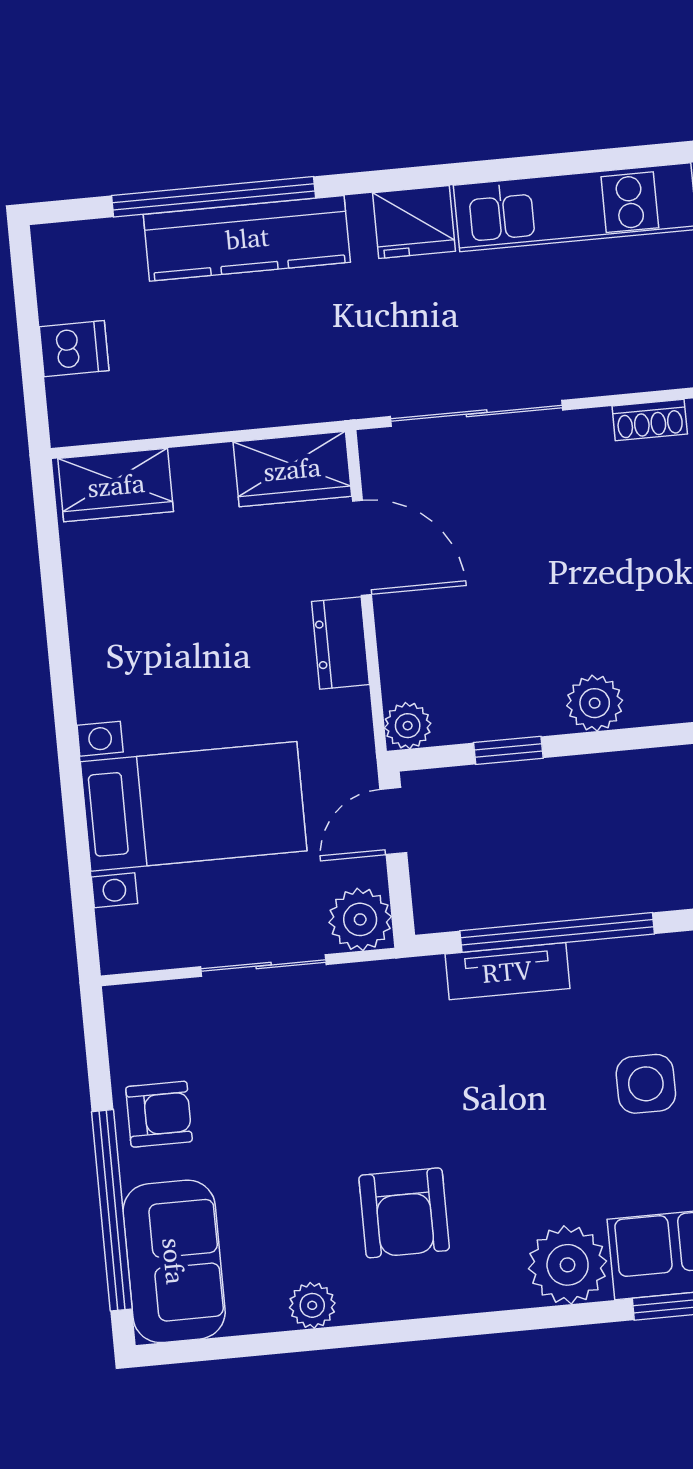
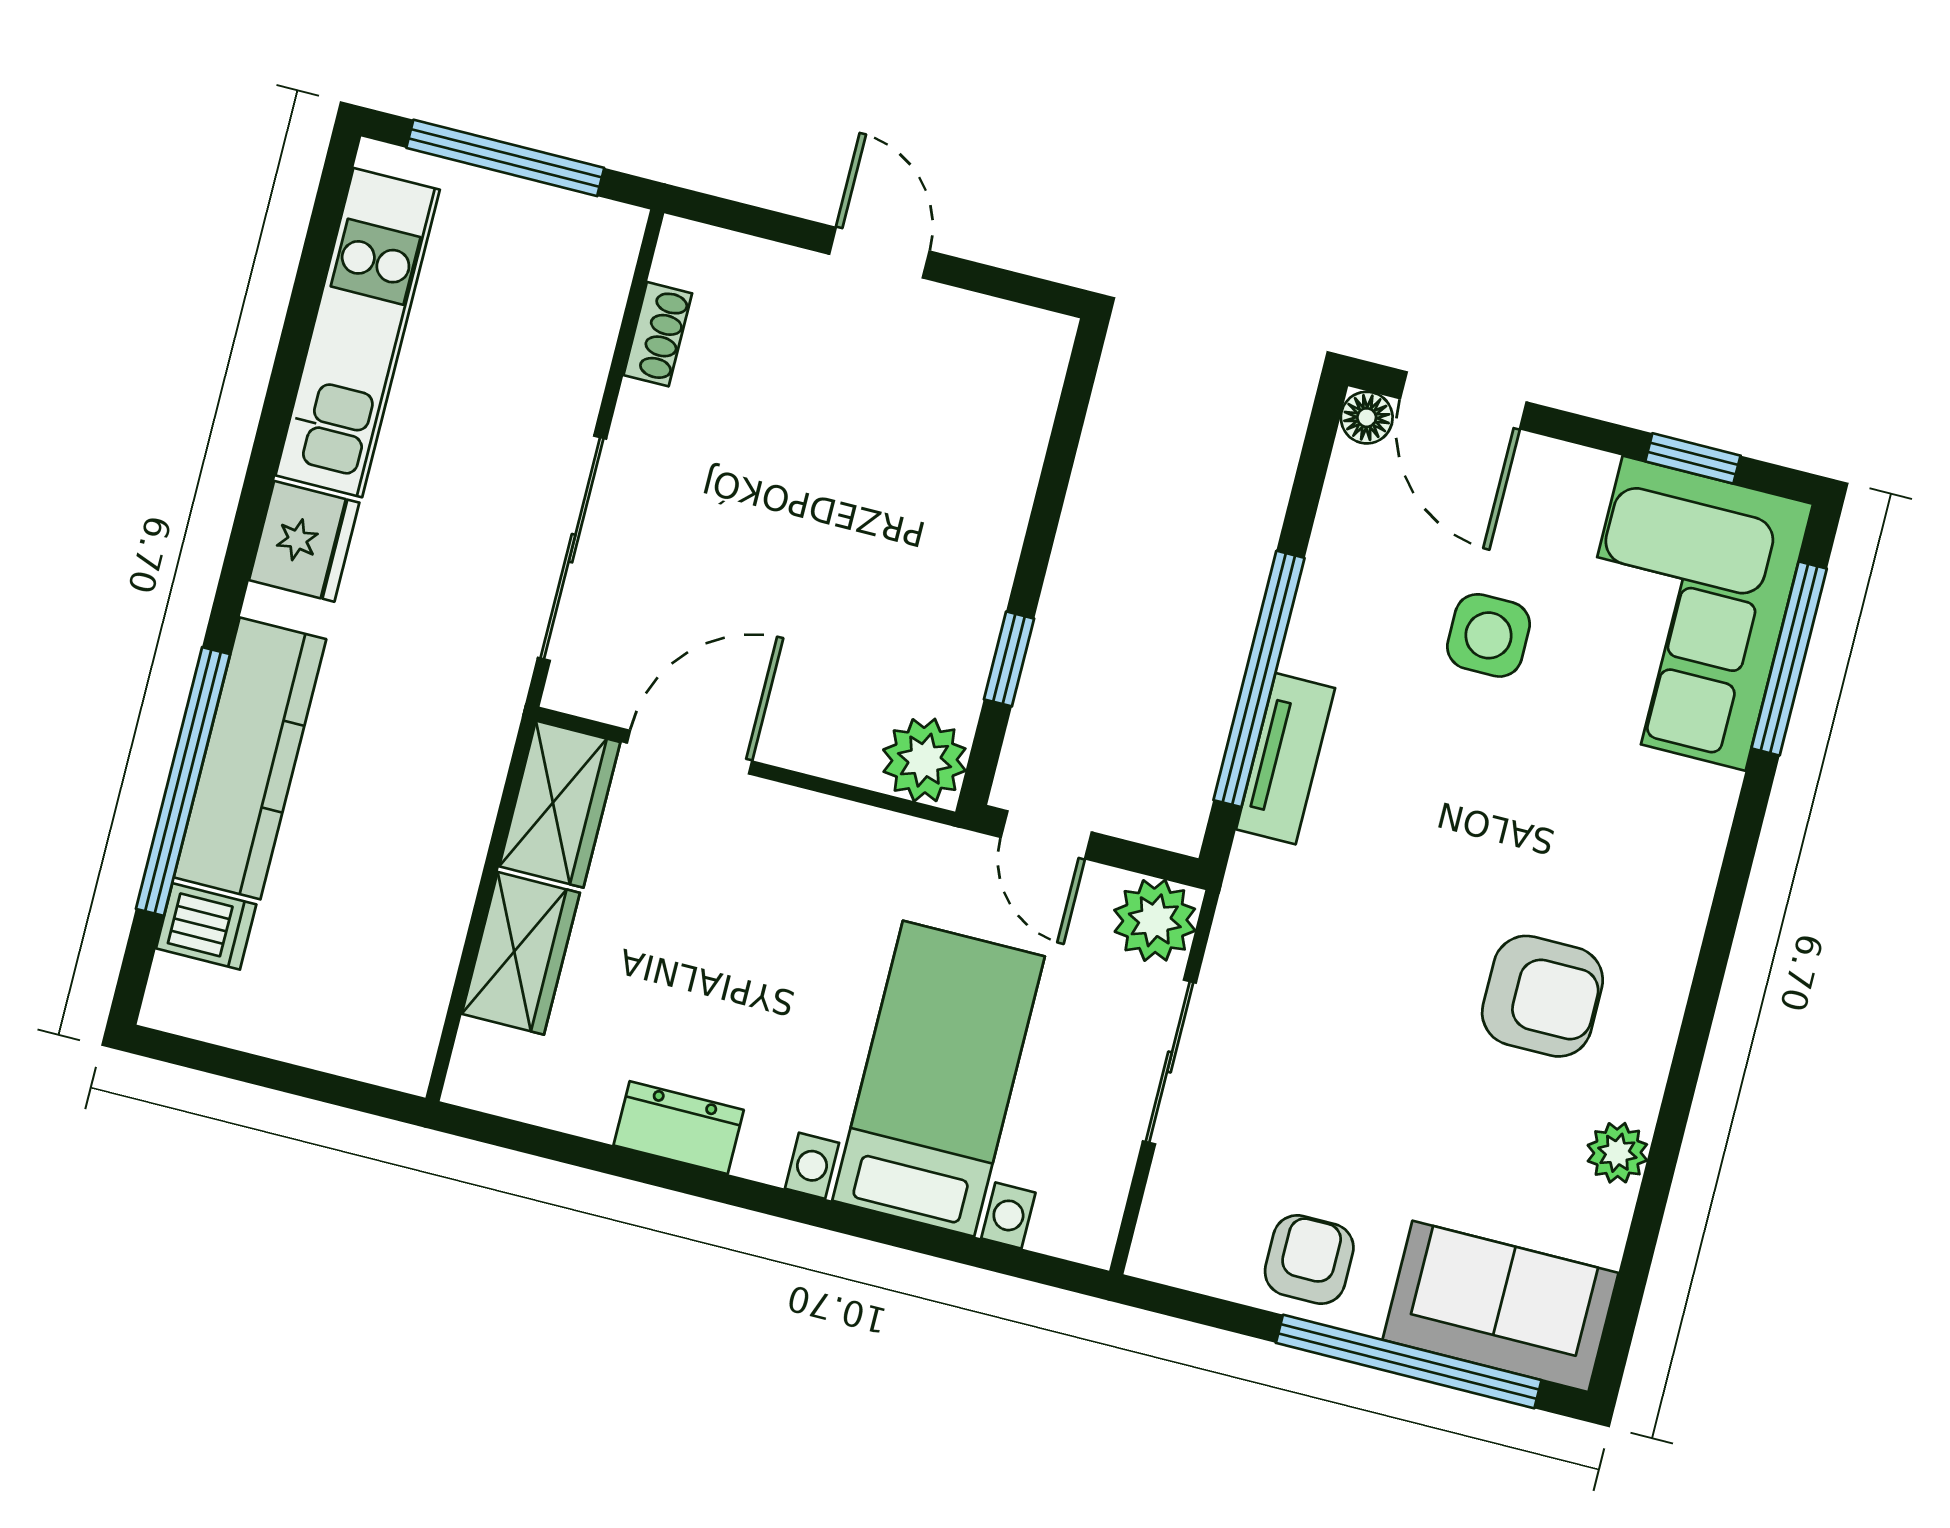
dishwasher: (74, 349) -> (206, 926), moved, turned 90
wardrobe: (116, 485) -> (521, 953), moved
dresser: (340, 643) -> (679, 1128), moved, turned 180
plant: (595, 703) -> (988, 530), removed
plant: (408, 726) -> (924, 760), width x1.38, depth x1.38
plant: (568, 1265) -> (1681, 814), removed

